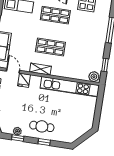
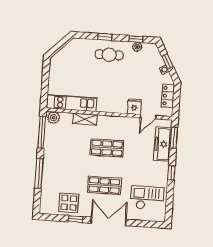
window: (105, 65) -> (42, 132), width x2.17
shelving: (40, 69) -> (85, 119), moved
door: (13, 71) -> (148, 117), hinge flipped
kitchen unit: (70, 87) -> (72, 103), width x0.73

